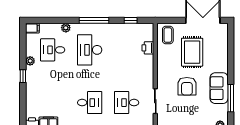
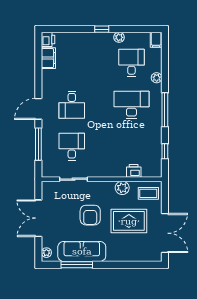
plant: (163, 58) -> (122, 188), added
armchair: (187, 86) -> (90, 215), turned -90
sofa: (219, 88) -> (82, 251), width x1.36

